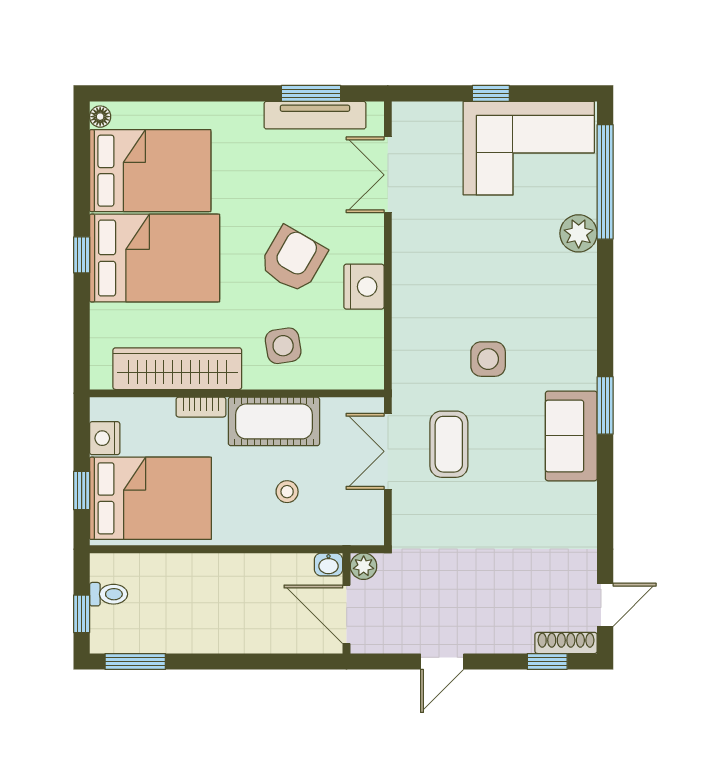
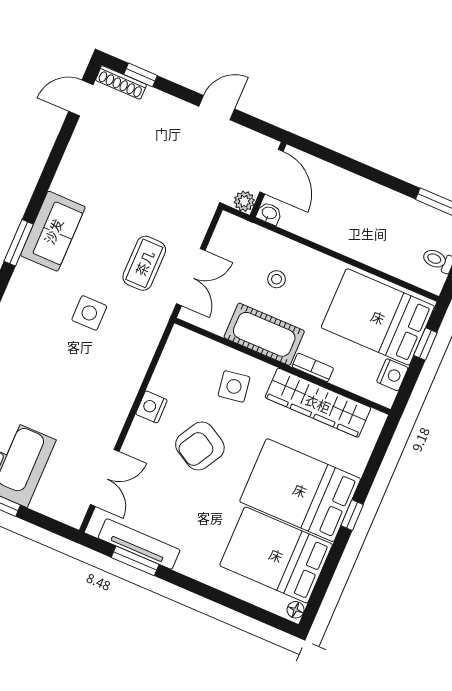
nightstand: (364, 287) -> (151, 407), width x0.74, depth x0.75

